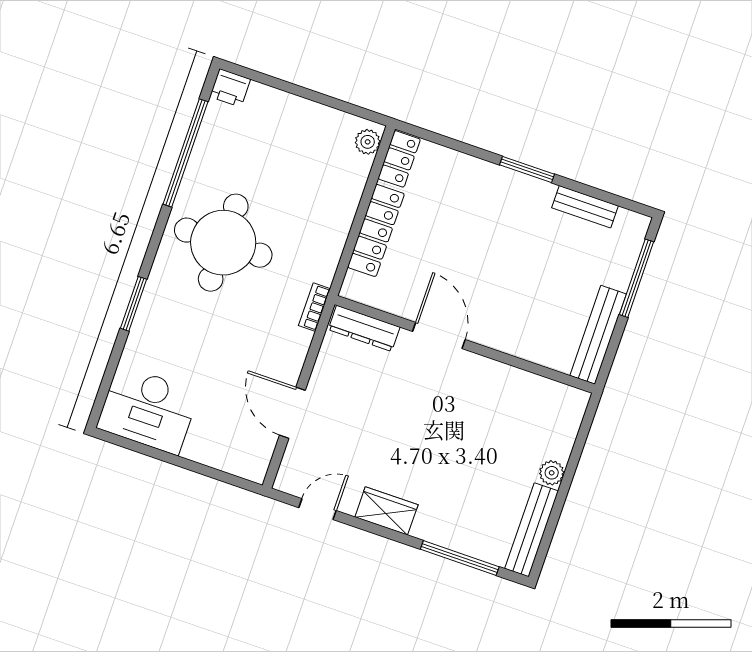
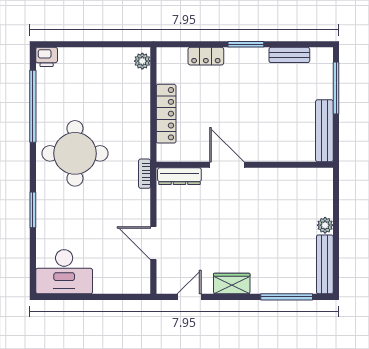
locker: (399, 159) -> (206, 56), moved, turned 90

